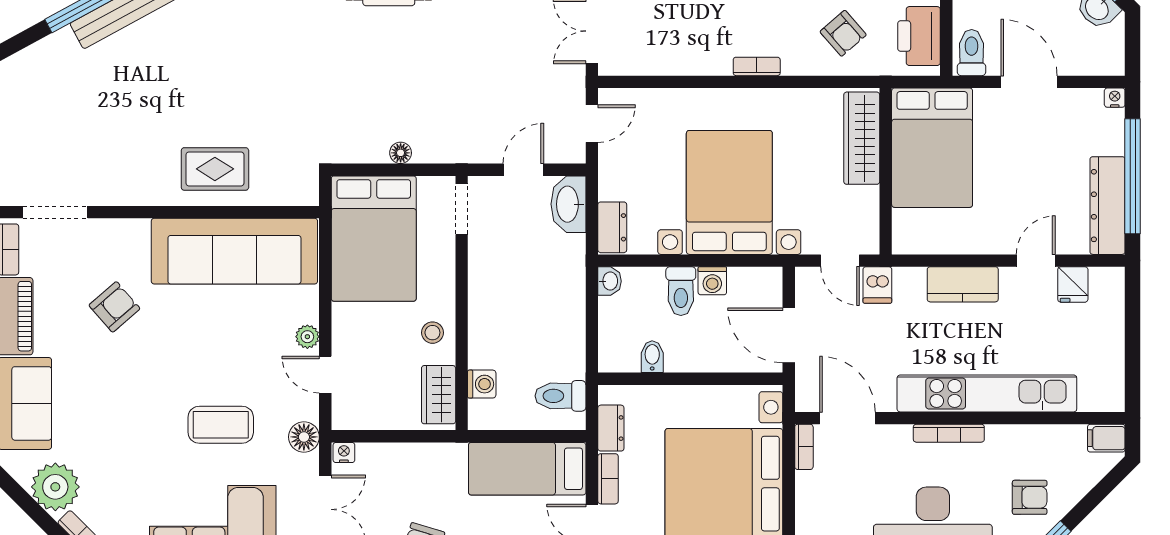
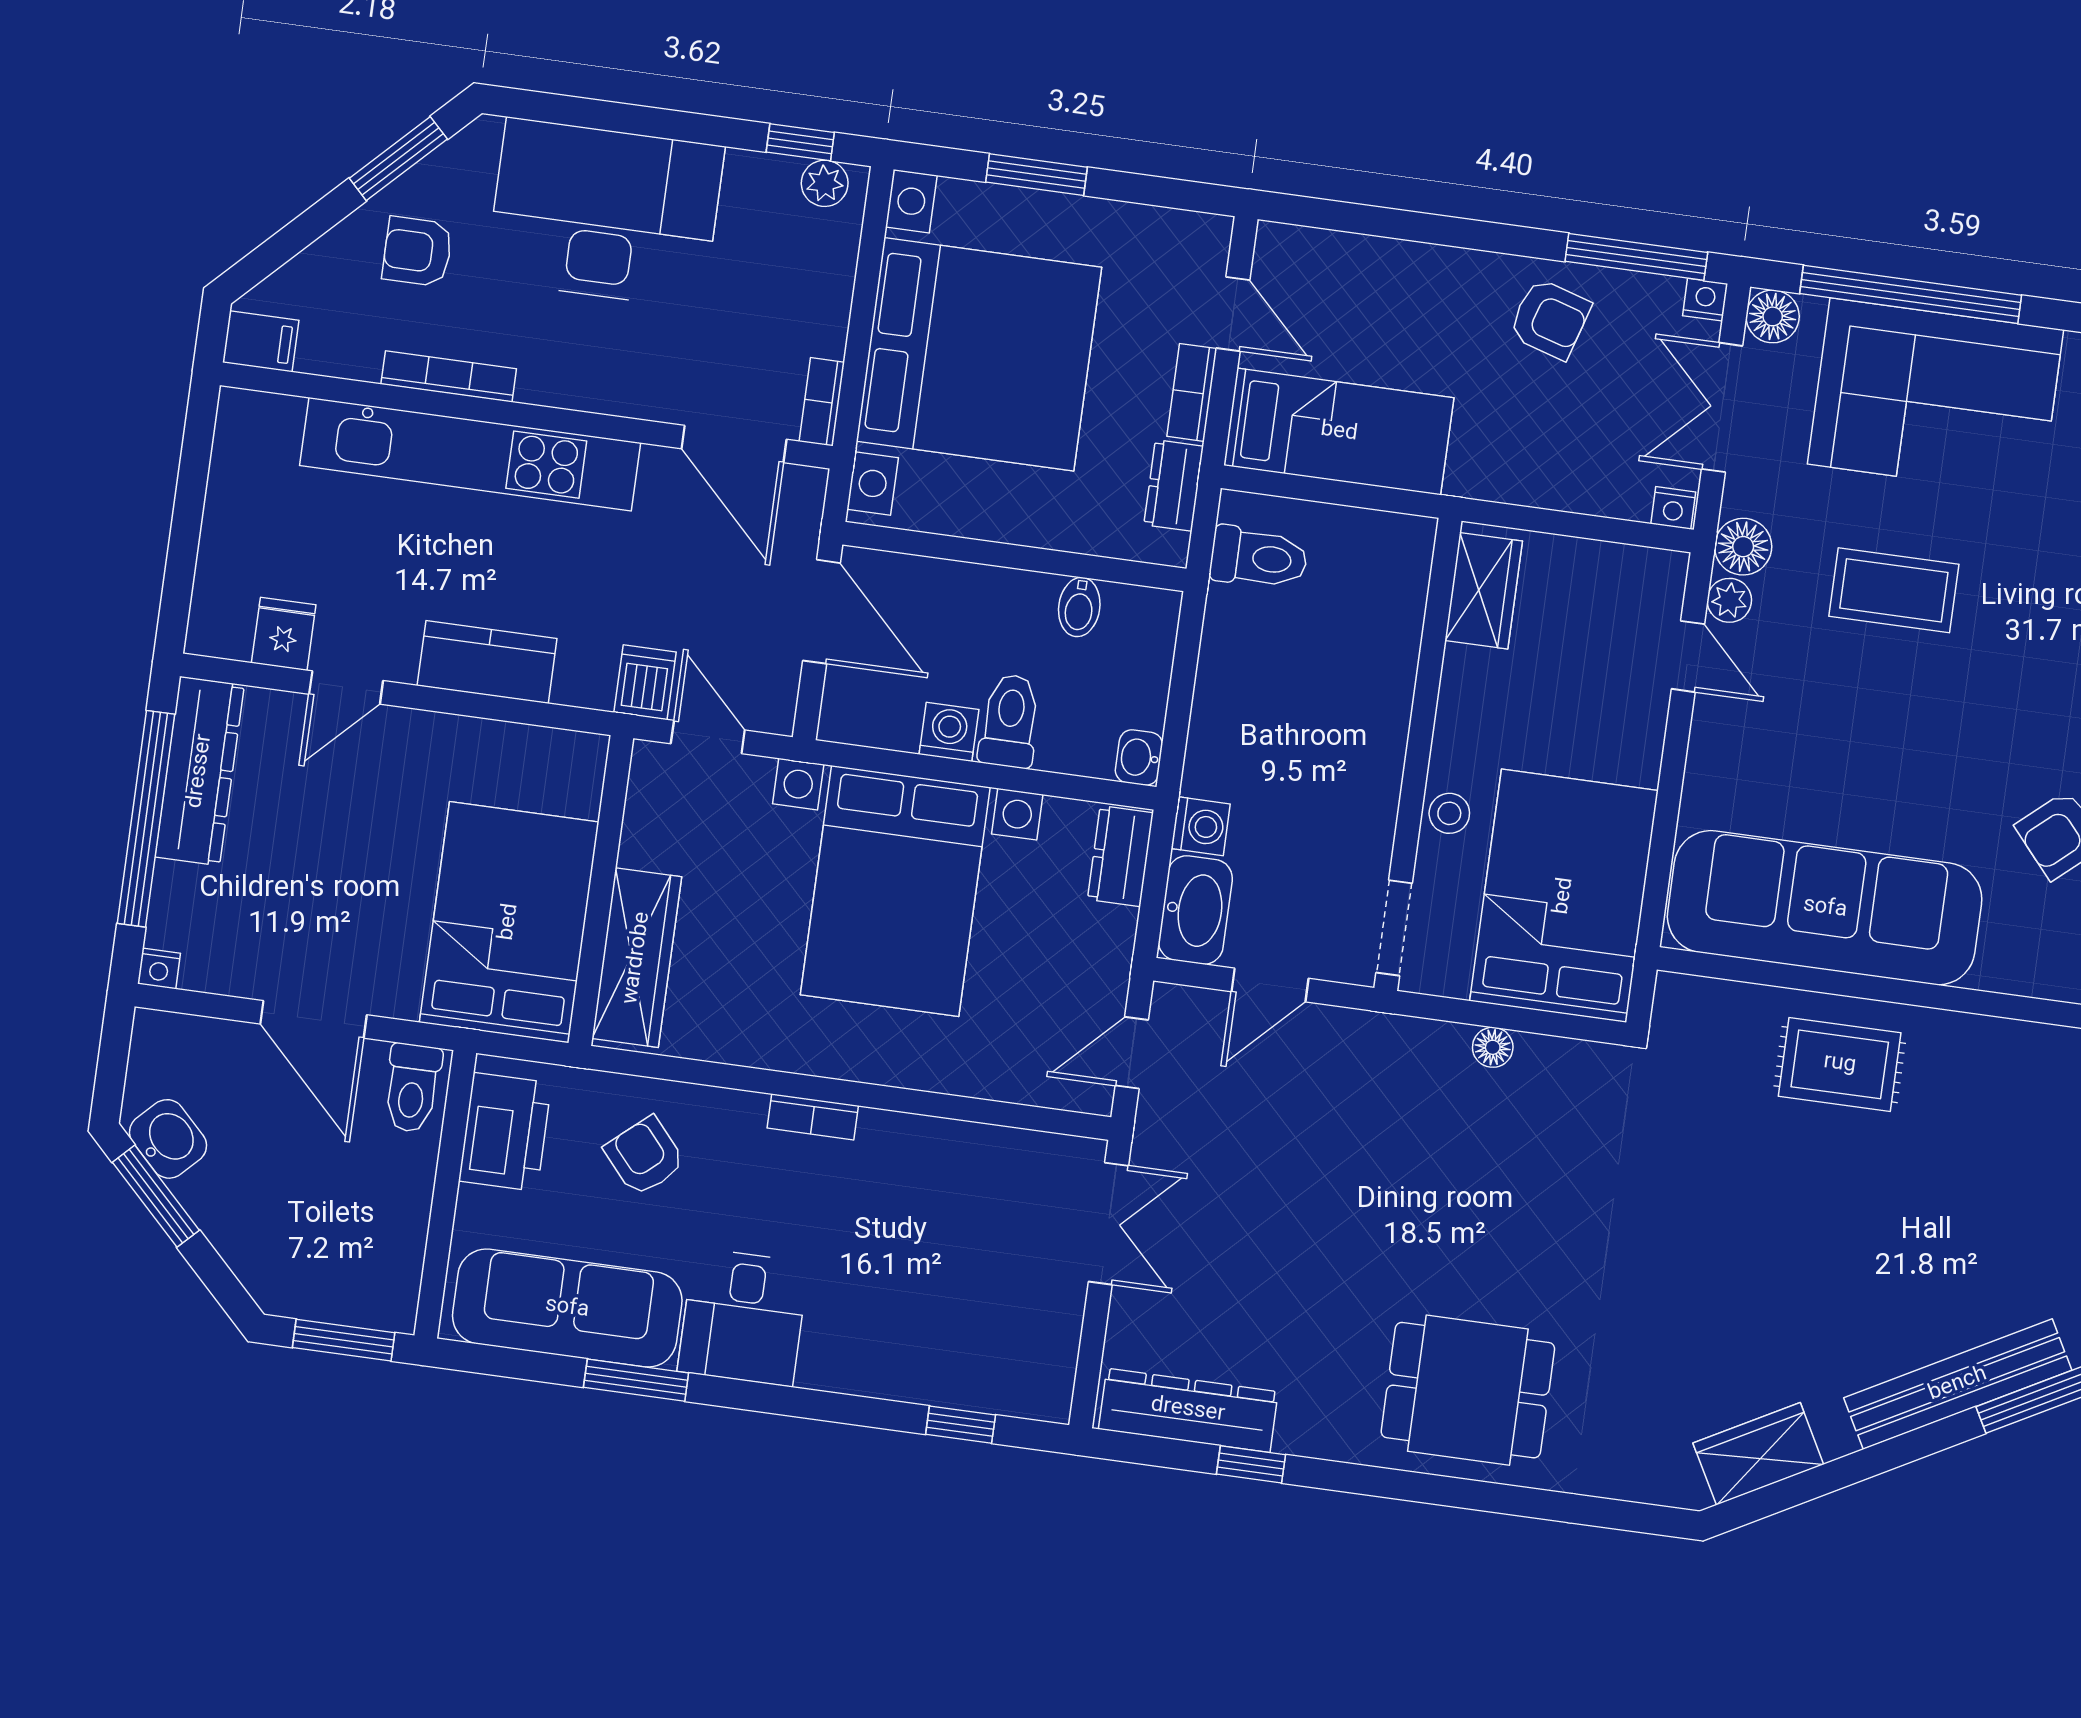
stool: (432, 333) -> (1449, 813), moved
plant: (307, 337) -> (1729, 600), moved
washing machine: (482, 384) -> (1201, 826), moved, turned 180
bookcase: (949, 433) -> (449, 376), moved

